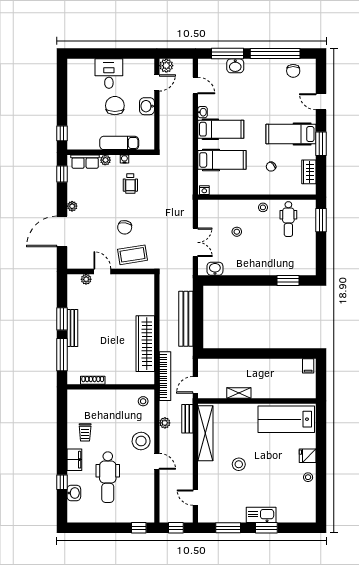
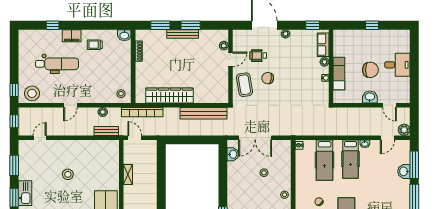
plant: (166, 66) -> (404, 130), moved
window: (62, 133) -> (372, 25), moved
wheelchair: (130, 184) -> (258, 56), moved
double door: (195, 242) -> (255, 138), width x1.37
bench: (186, 319) -> (204, 113), moved
window: (62, 355) -> (160, 25), width x0.69
shelving: (205, 433) -> (94, 146), removed
stool: (141, 441) -> (32, 93), moved
dental chair: (108, 477) -> (57, 64), turned 180
washbasin: (74, 493) -> (124, 35), moved

